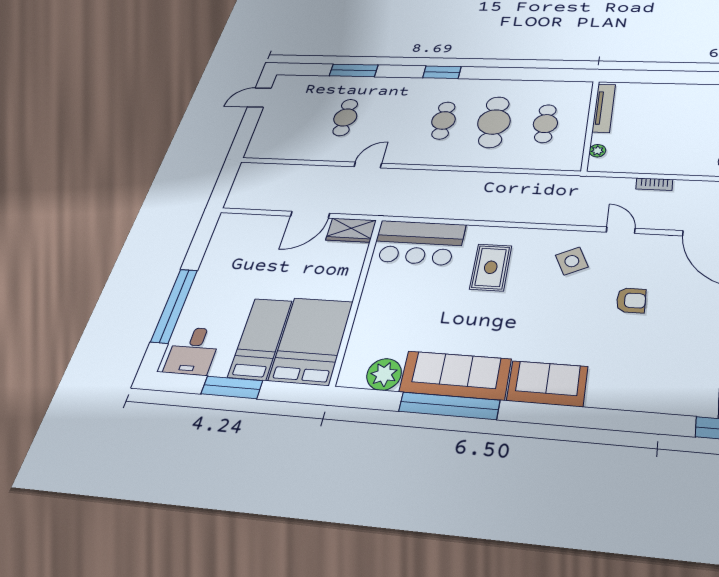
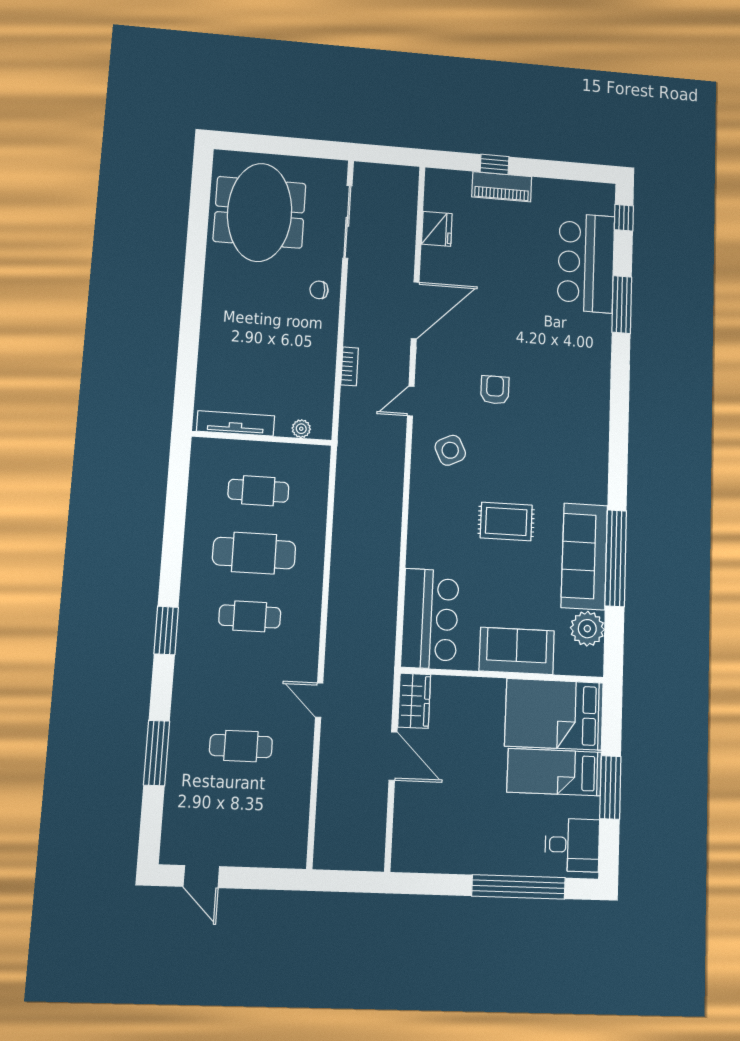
rug: (491, 267) -> (506, 521), moved
sofa: (547, 384) -> (517, 651), moved, turned 90

